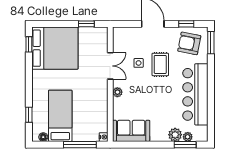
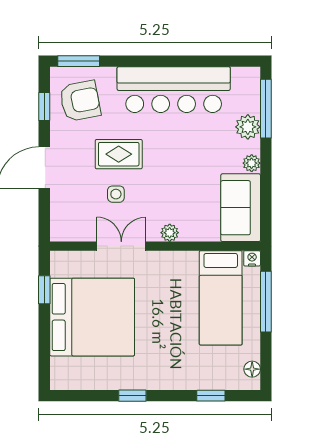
armchair: (189, 43) -> (80, 101), turned -112
window: (29, 44) -> (132, 396), moved
bed: (55, 48) -> (92, 317), moved, turned 90
bed: (60, 116) -> (221, 298), moved, turned -90
plant: (188, 137) -> (252, 163), moved
window: (185, 145) -> (266, 109), width x1.44

